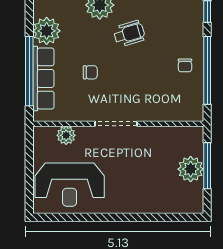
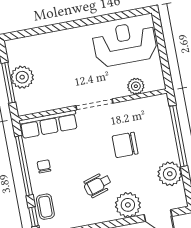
coffee table: (192, 20) -> (45, 207), added
chair: (90, 72) -> (125, 145), width x1.87, depth x1.87
row of seats: (43, 79) -> (49, 124), moved, turned -90

